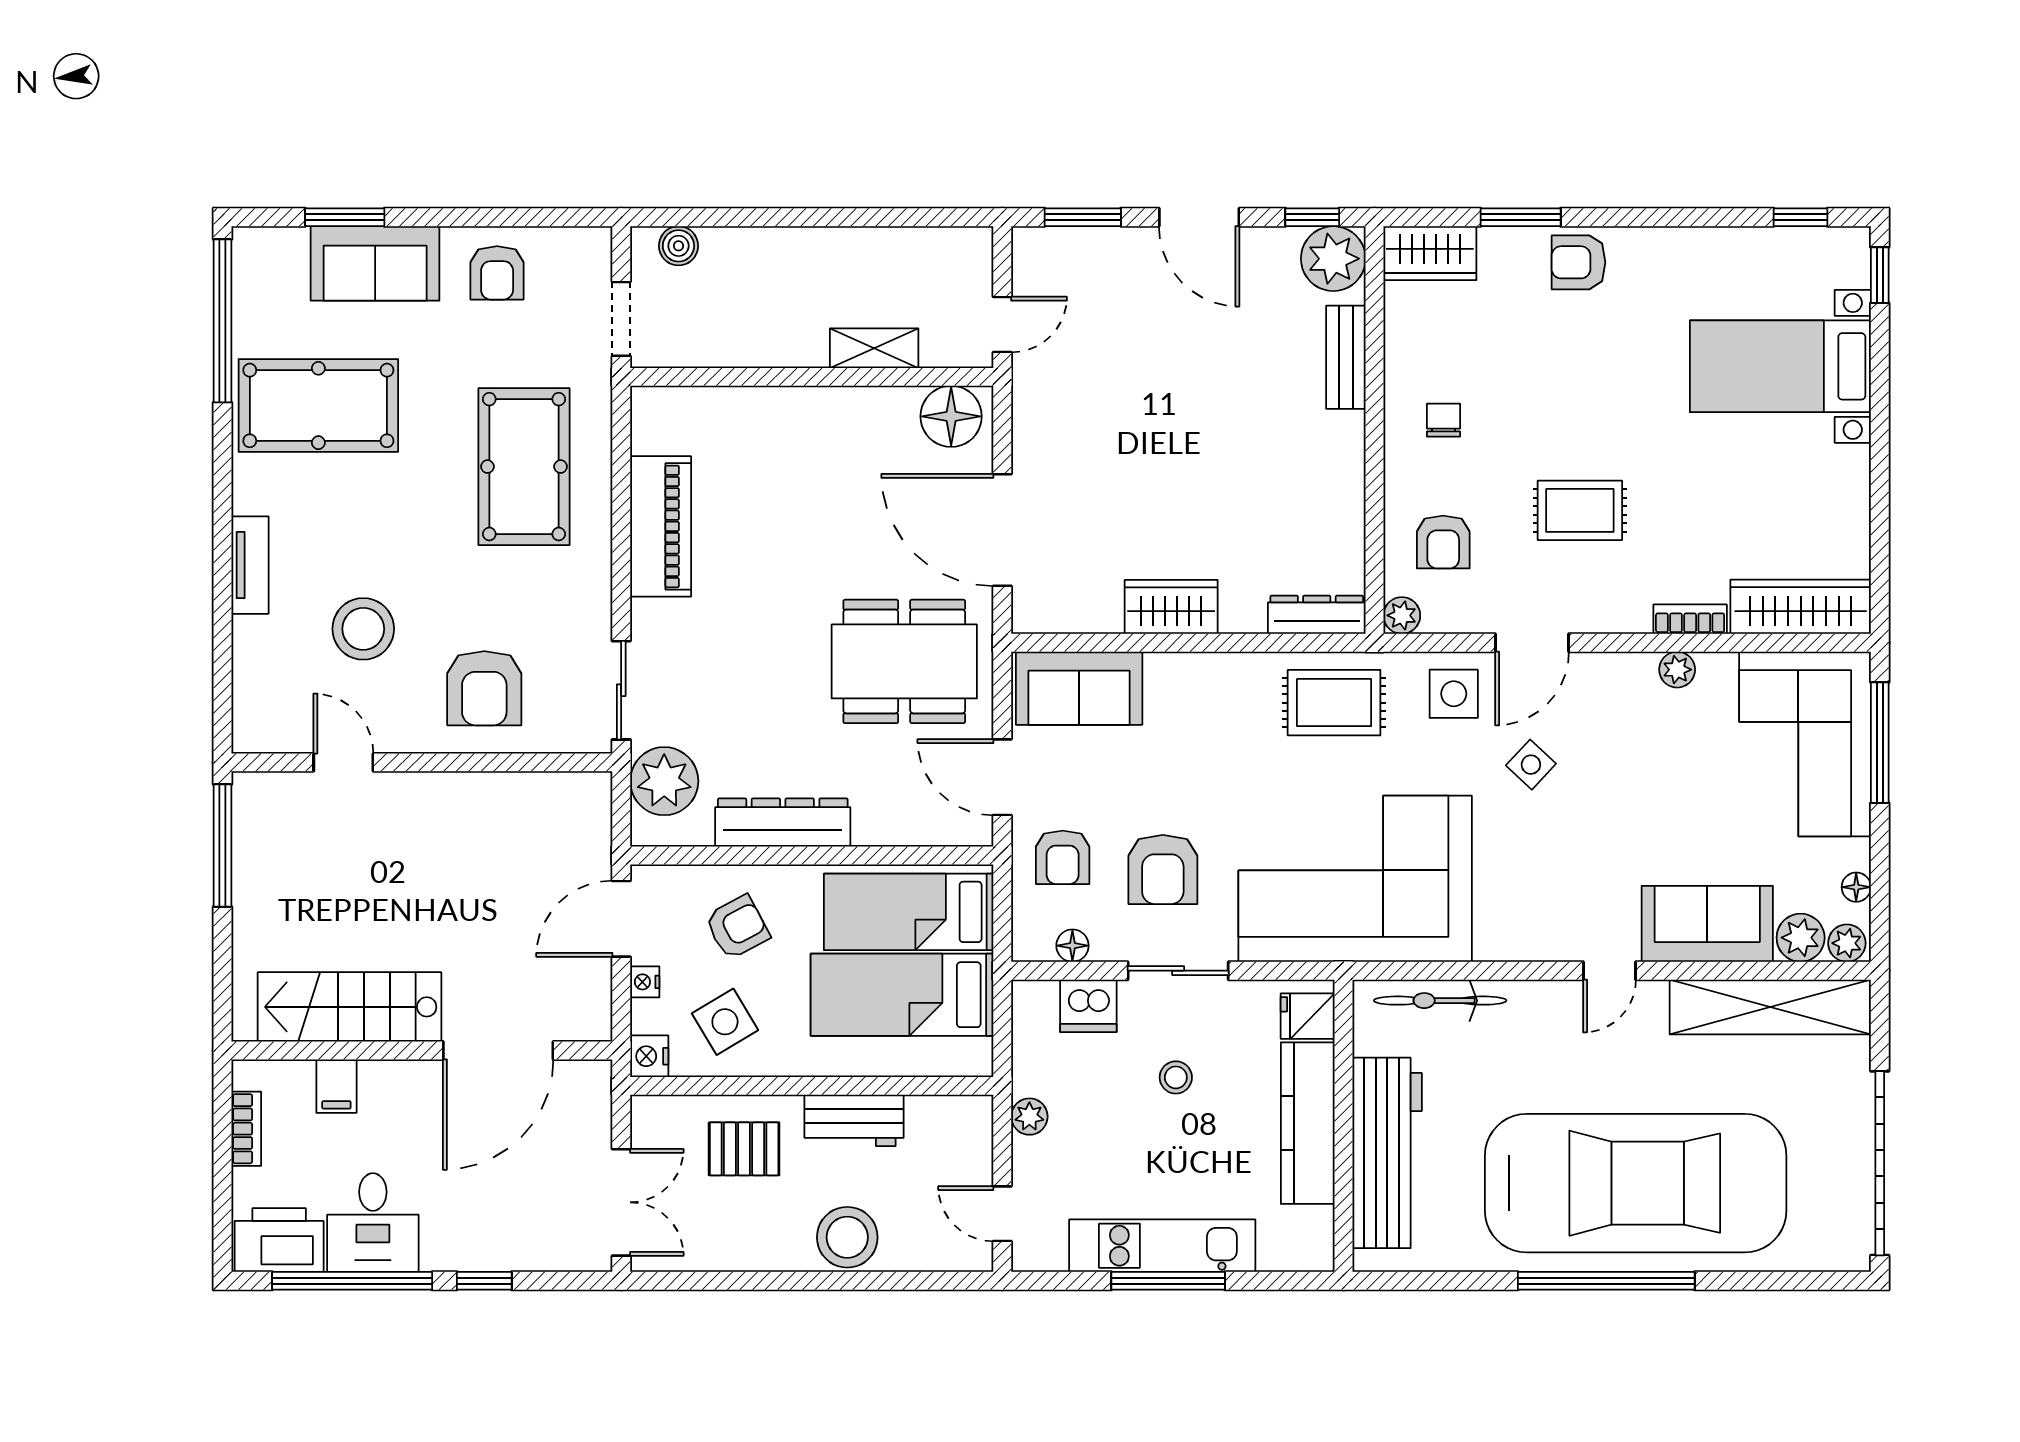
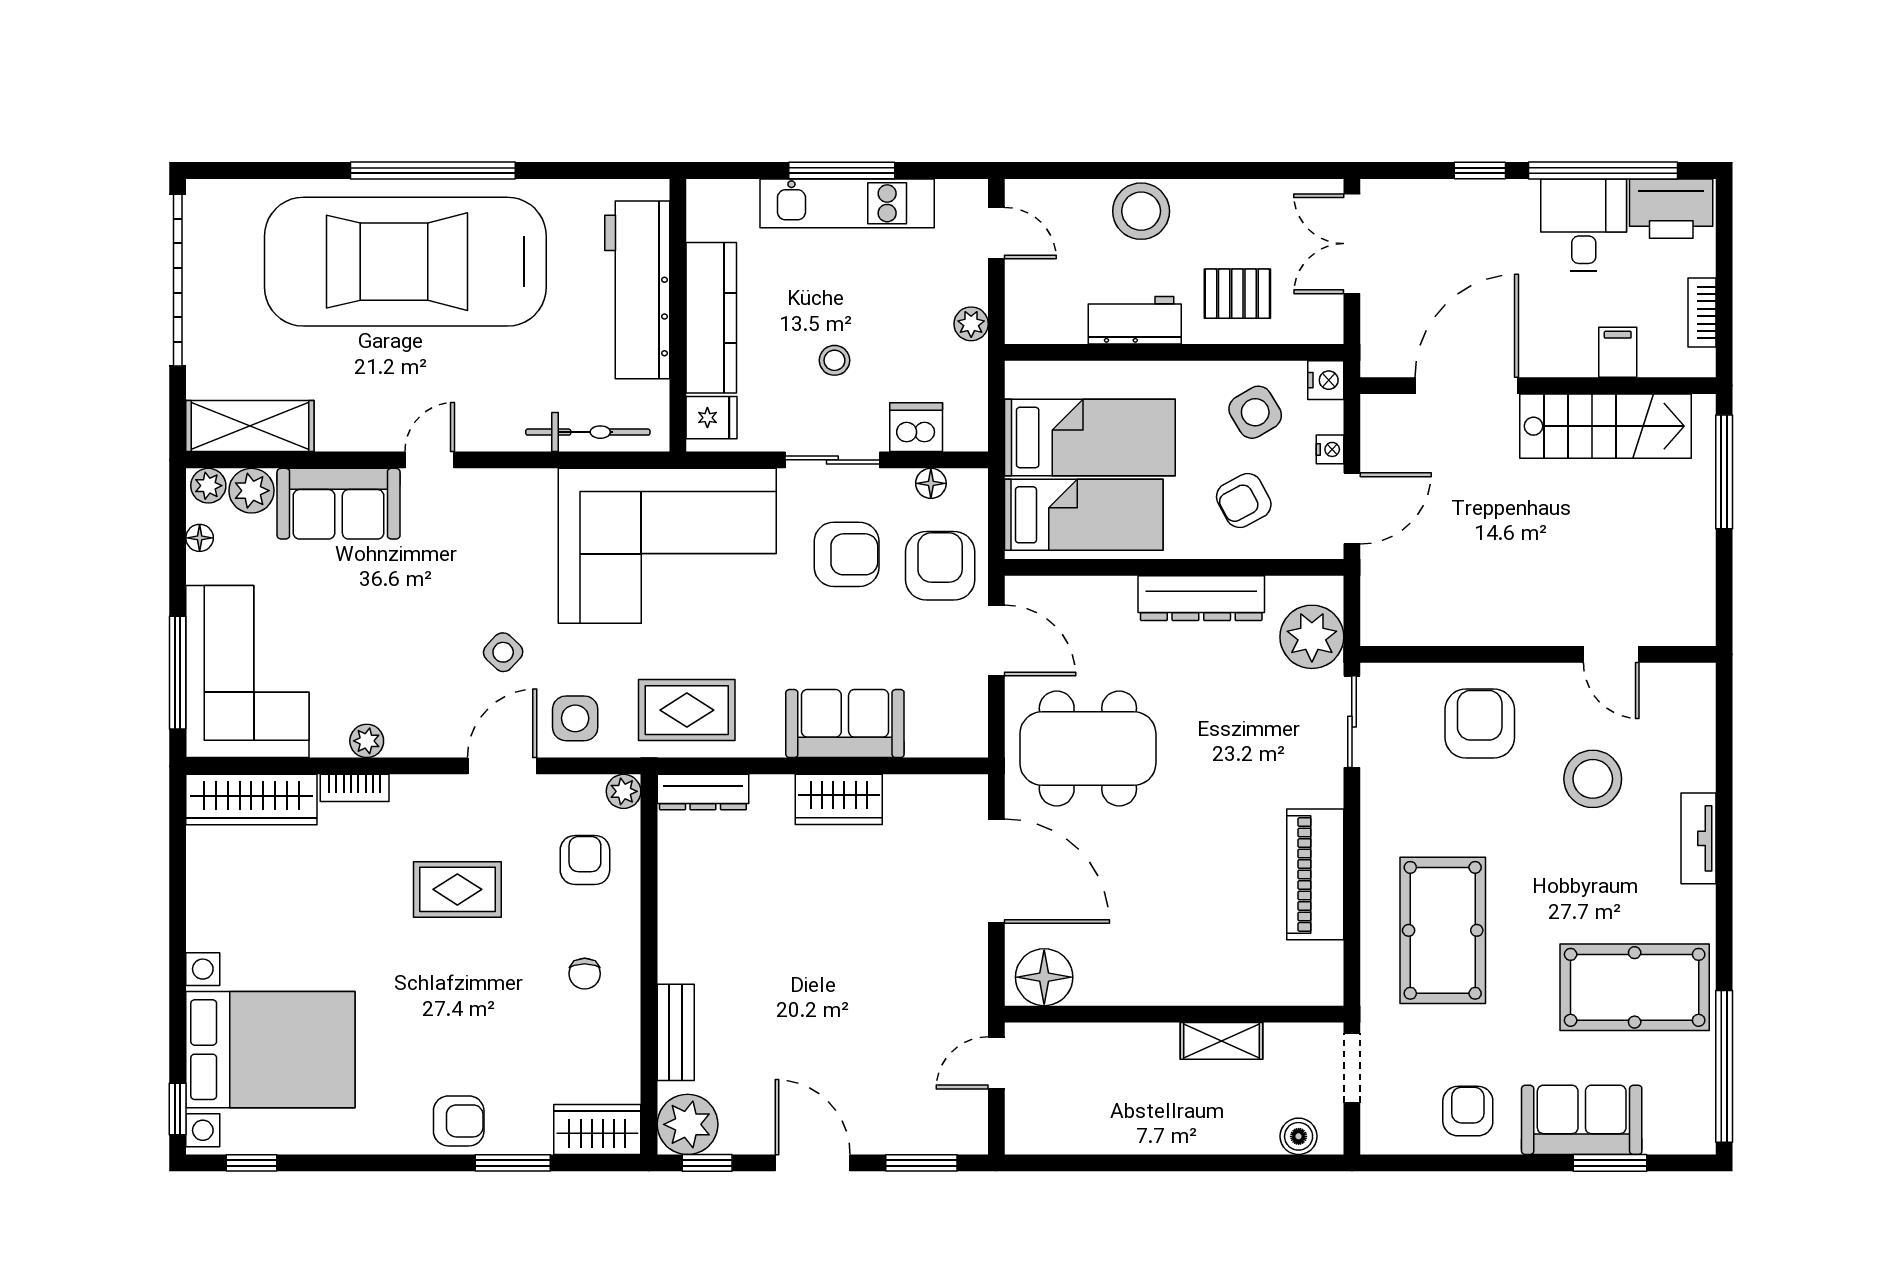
shelving: (874, 348) -> (1222, 1041), moved
bed with nightstands: (1780, 366) -> (270, 1050), width x1.36
sofa: (1079, 688) -> (845, 724), moved
window: (222, 845) -> (1724, 472), moved
armchair: (1063, 857) -> (940, 566), width x1.38, depth x1.38
armchair: (1163, 869) -> (847, 554), turned 90
shelving: (1770, 1007) -> (250, 426), width x0.68

